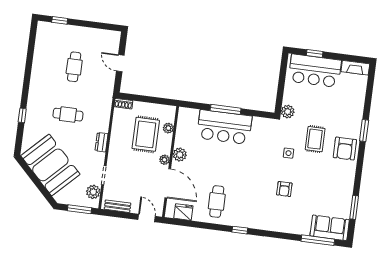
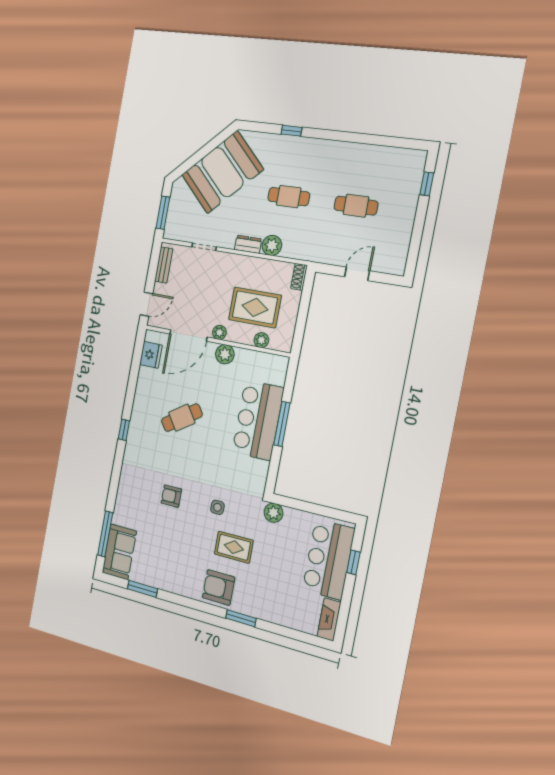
cafe table: (68, 115) -> (289, 197), turned 90
plant: (93, 192) -> (272, 245), moved
cafe table: (217, 201) -> (182, 418), moved, turned -34

